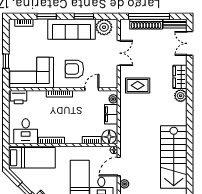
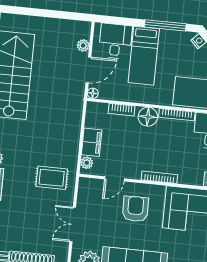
armchair: (74, 69) -> (135, 209), turned -91
floor lamp: (109, 137) -> (148, 117), moved

